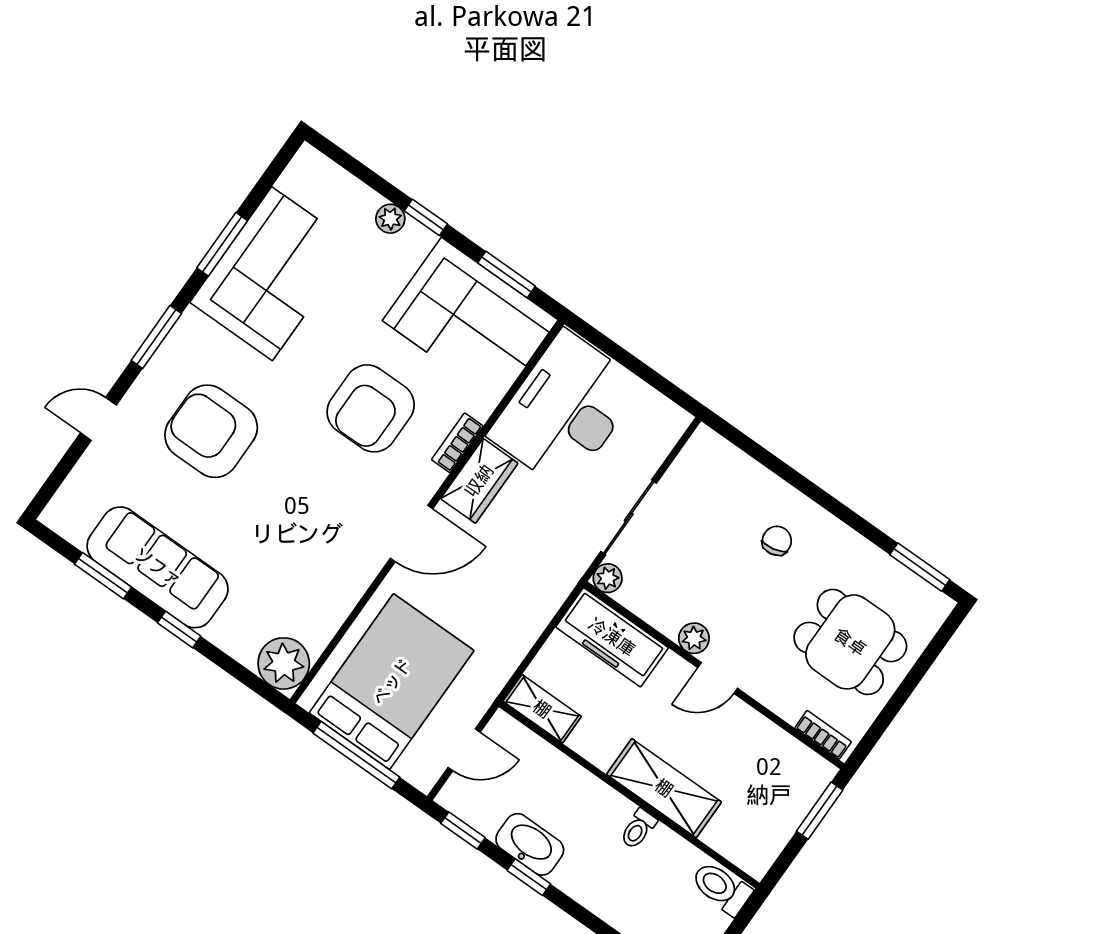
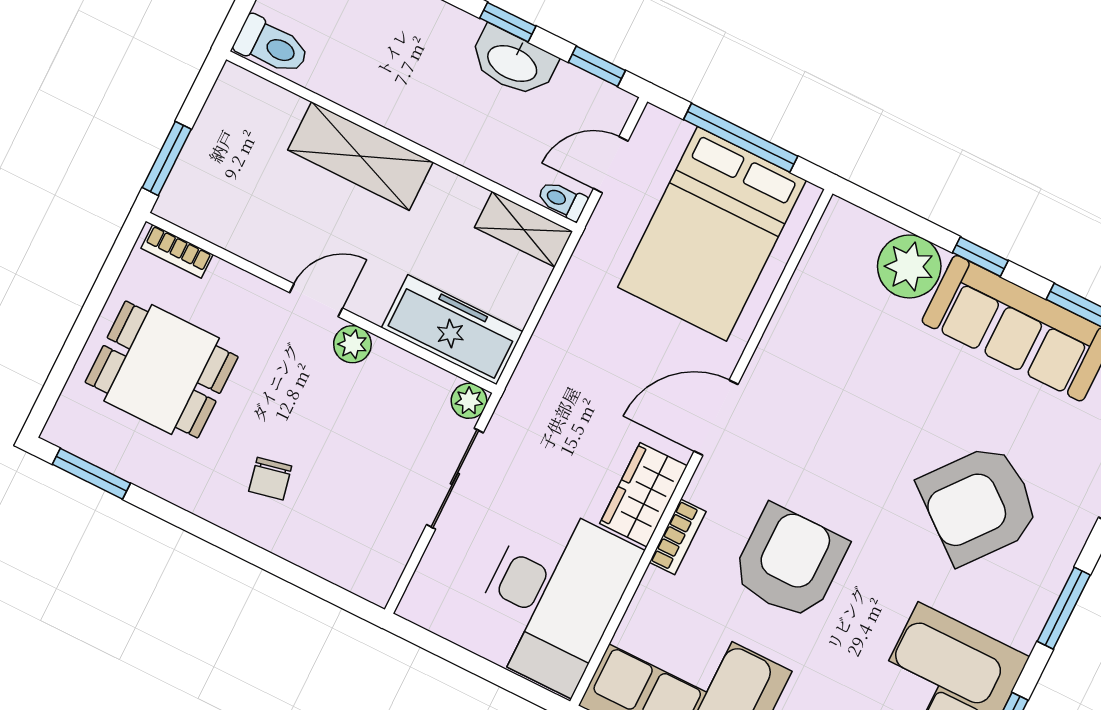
armchair: (211, 431) -> (979, 504), turned 129
plant: (284, 663) -> (909, 266), moved
toilet: (638, 829) -> (562, 200), moved, turned -90

